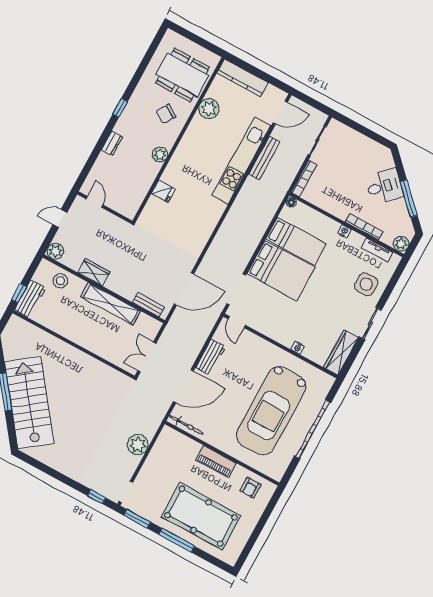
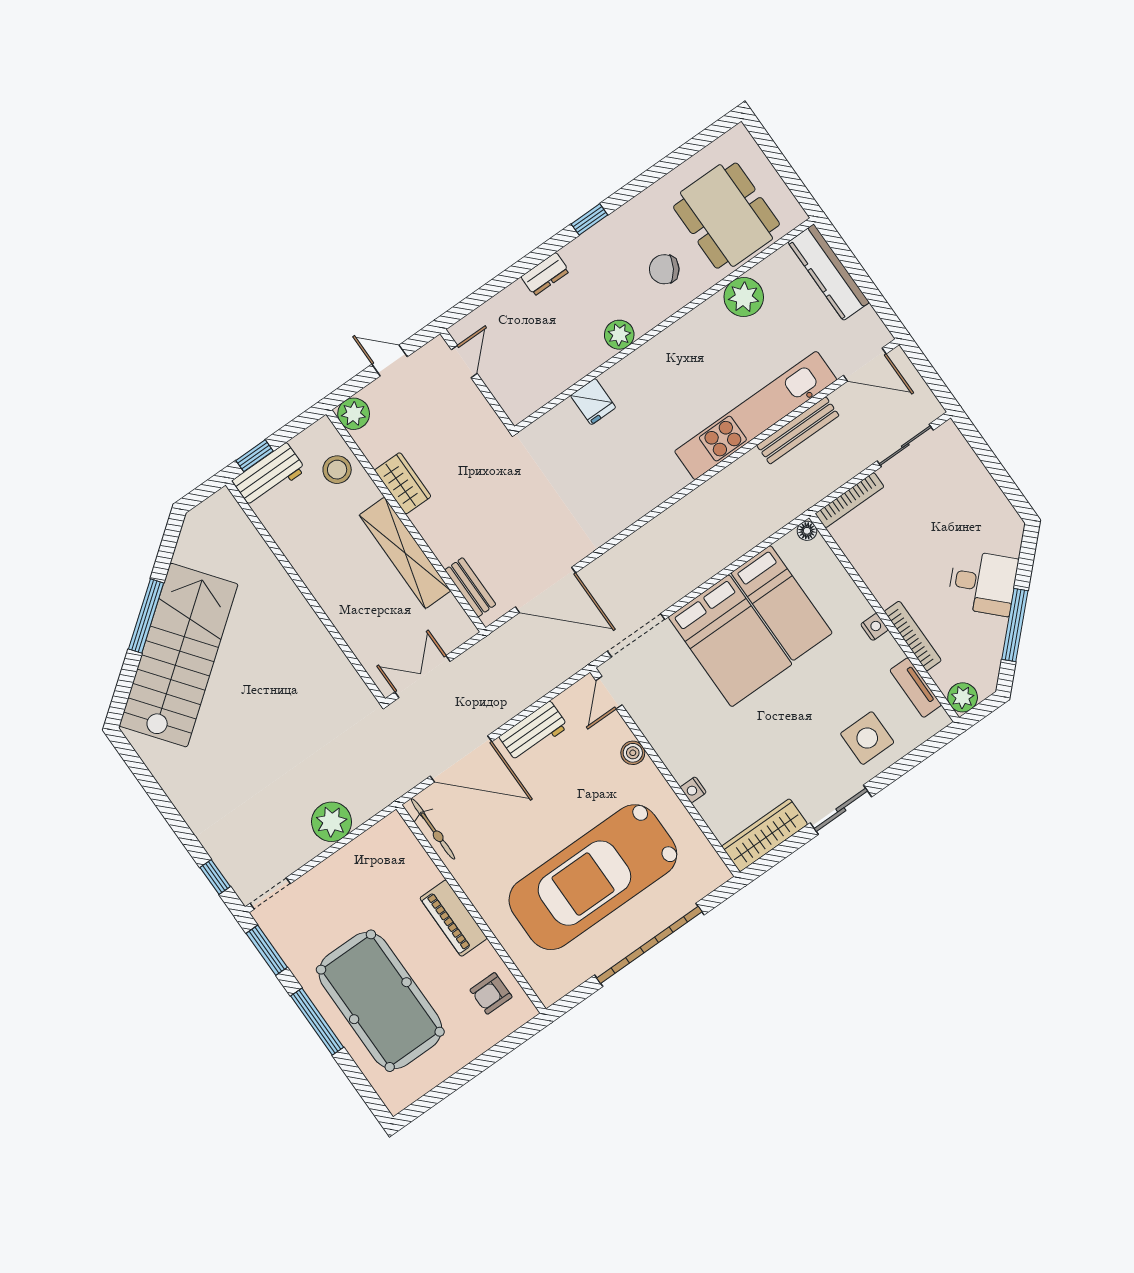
boiler: (261, 344) -> (633, 753), added

